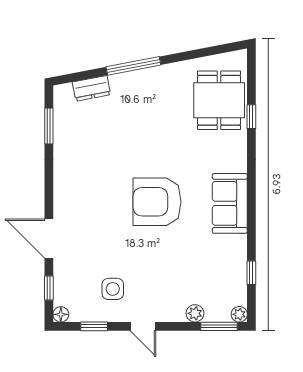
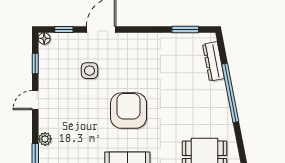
window: (133, 66) -> (230, 93), width x1.46
dresser: (91, 88) -> (213, 61), width x1.44
side table: (113, 289) -> (89, 71), moved

